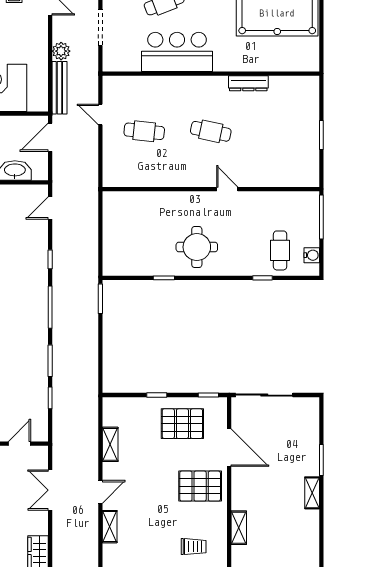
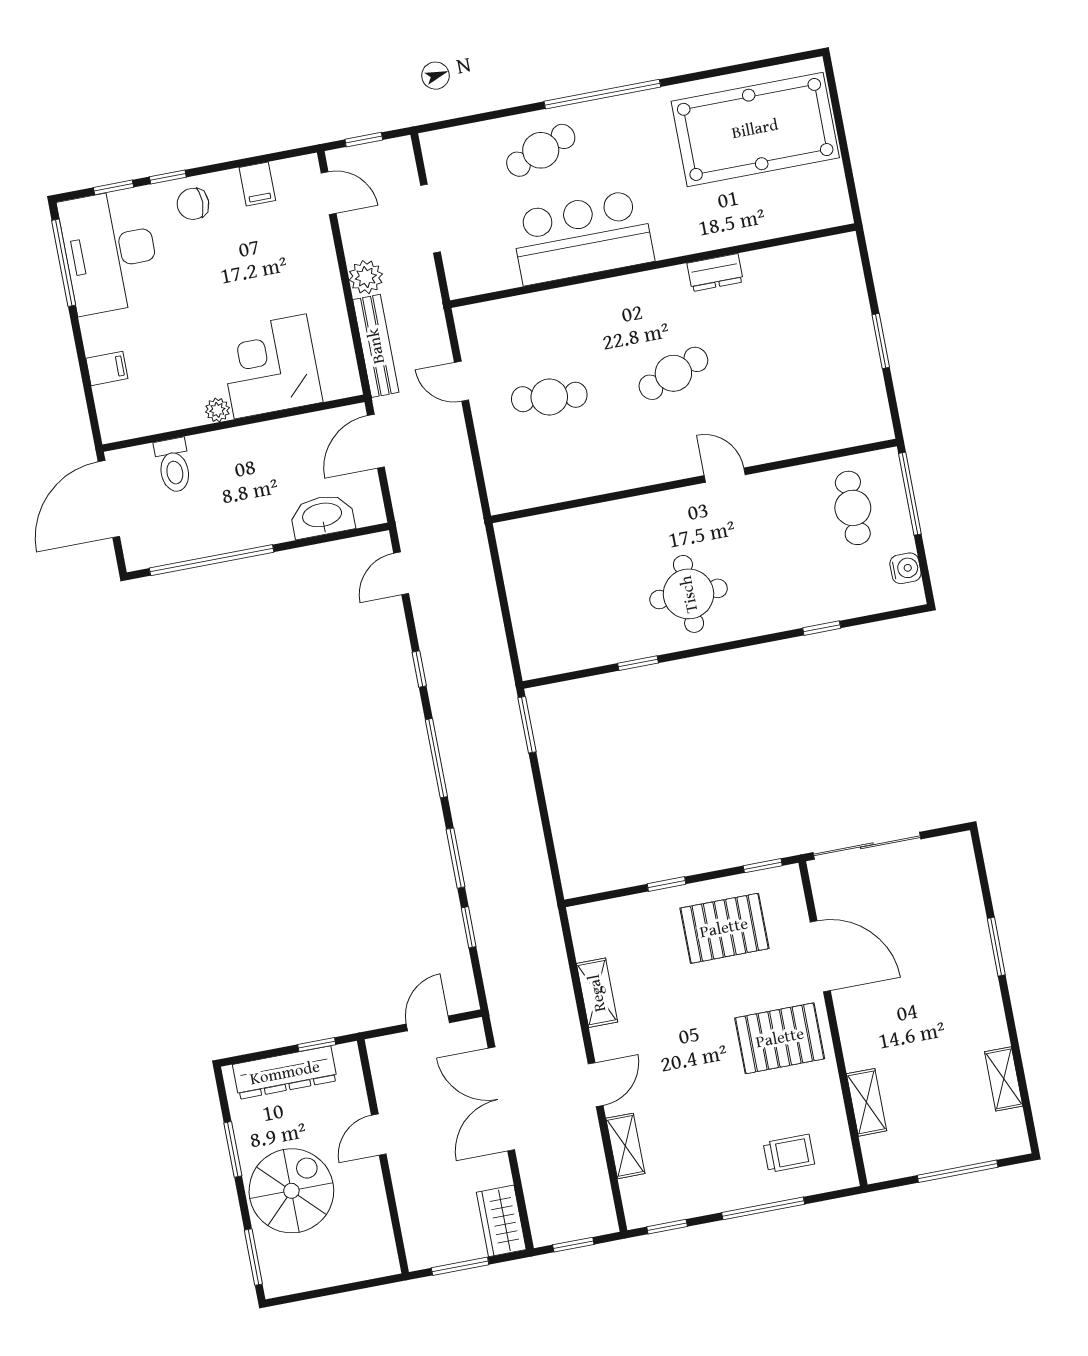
dresser: (248, 83) -> (715, 273), width x0.70
cafe table: (211, 131) -> (673, 373), turned -33
cafe table: (280, 250) -> (853, 508), moved
double door: (50, 490) -> (501, 1099), width x1.37
shelving: (312, 493) -> (1004, 1079), moved

